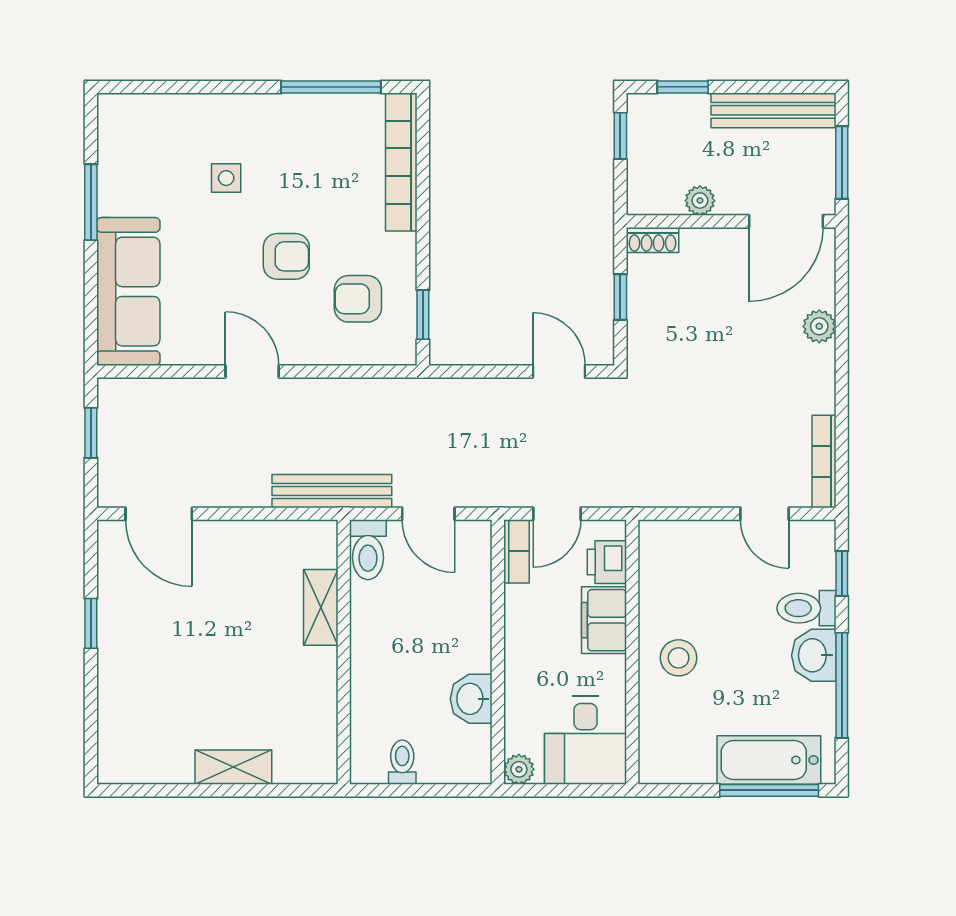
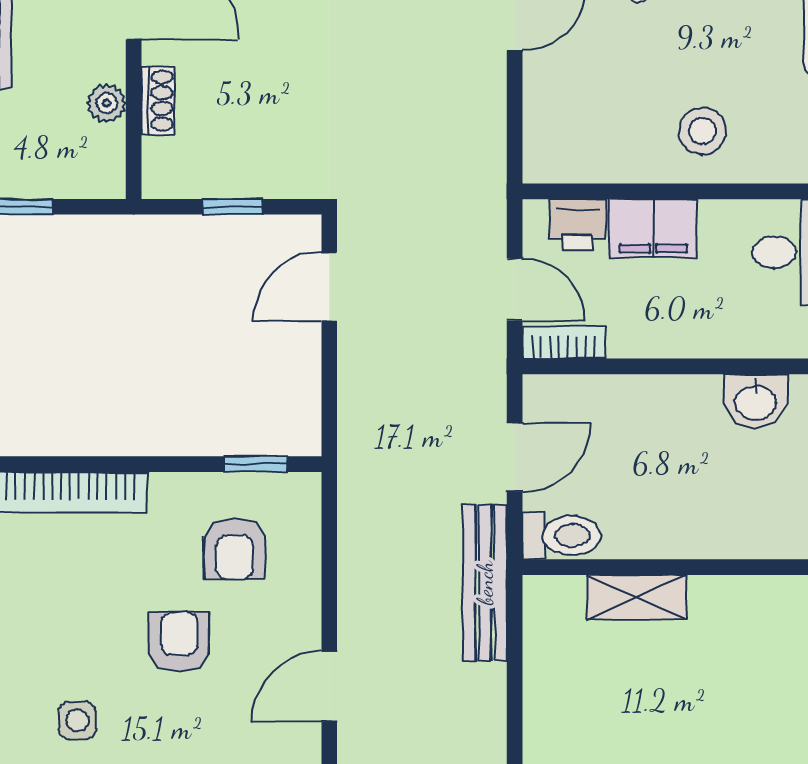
shoe rack: (653, 240) -> (158, 101), moved

